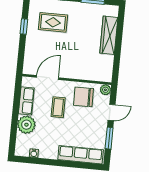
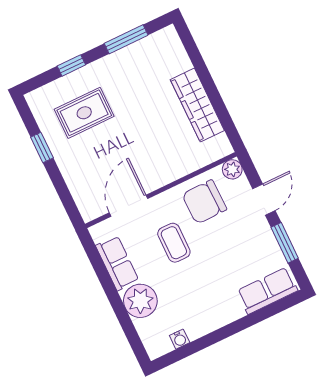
wardrobe: (109, 35) -> (197, 105), moved
row of seats: (81, 155) -> (267, 291), width x0.68

